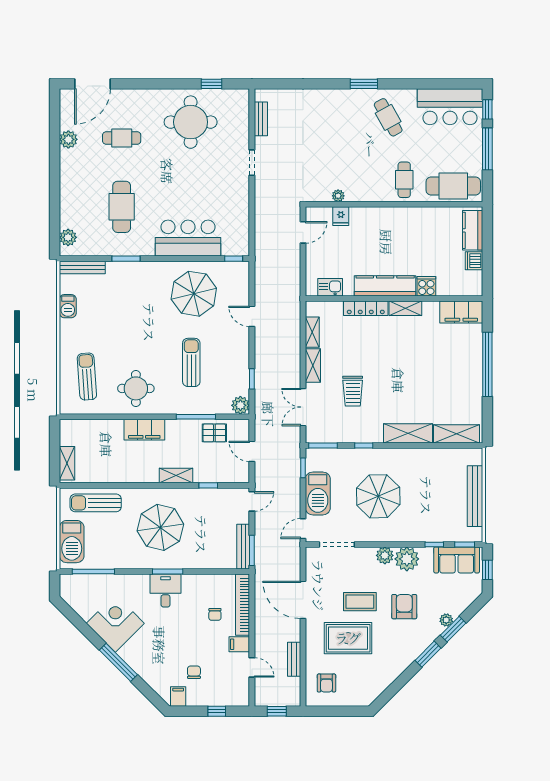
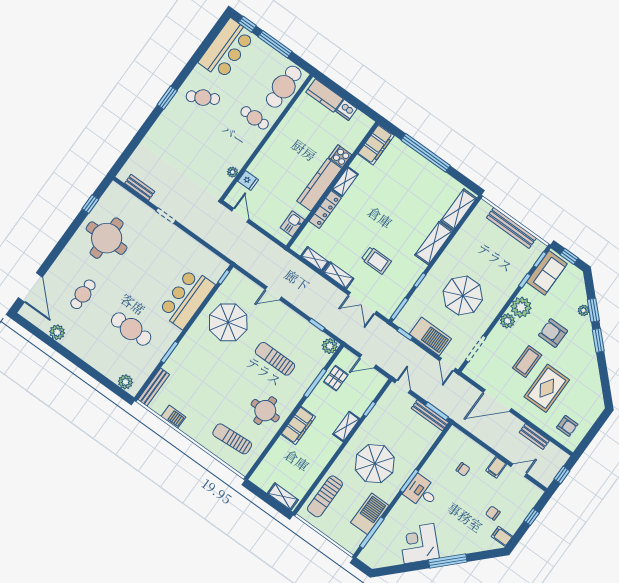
barbecue: (72, 542) -> (370, 514), moved, turned -90
bookcase: (243, 605) -> (470, 445), removed

